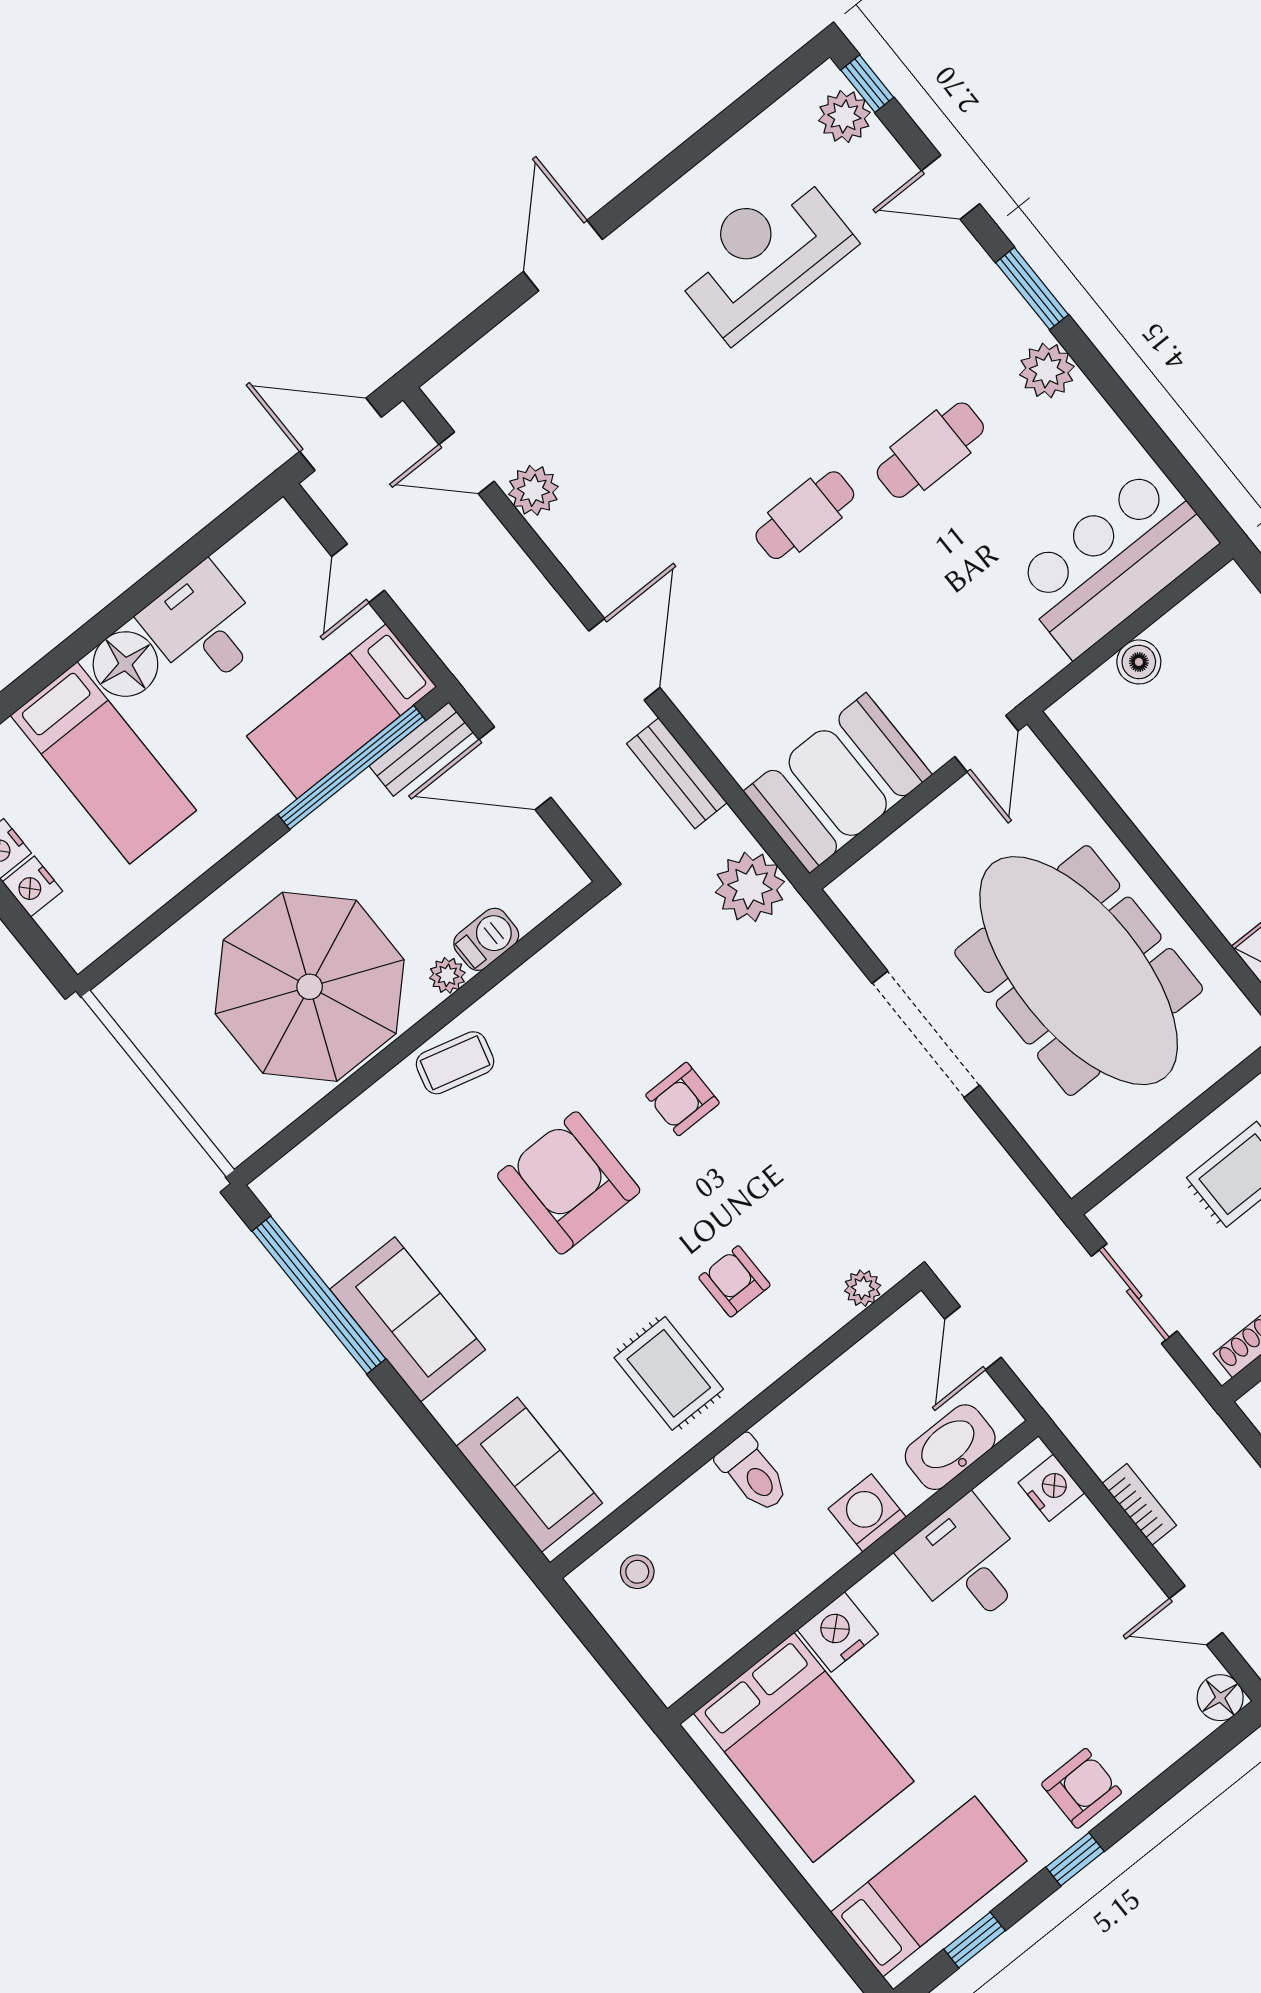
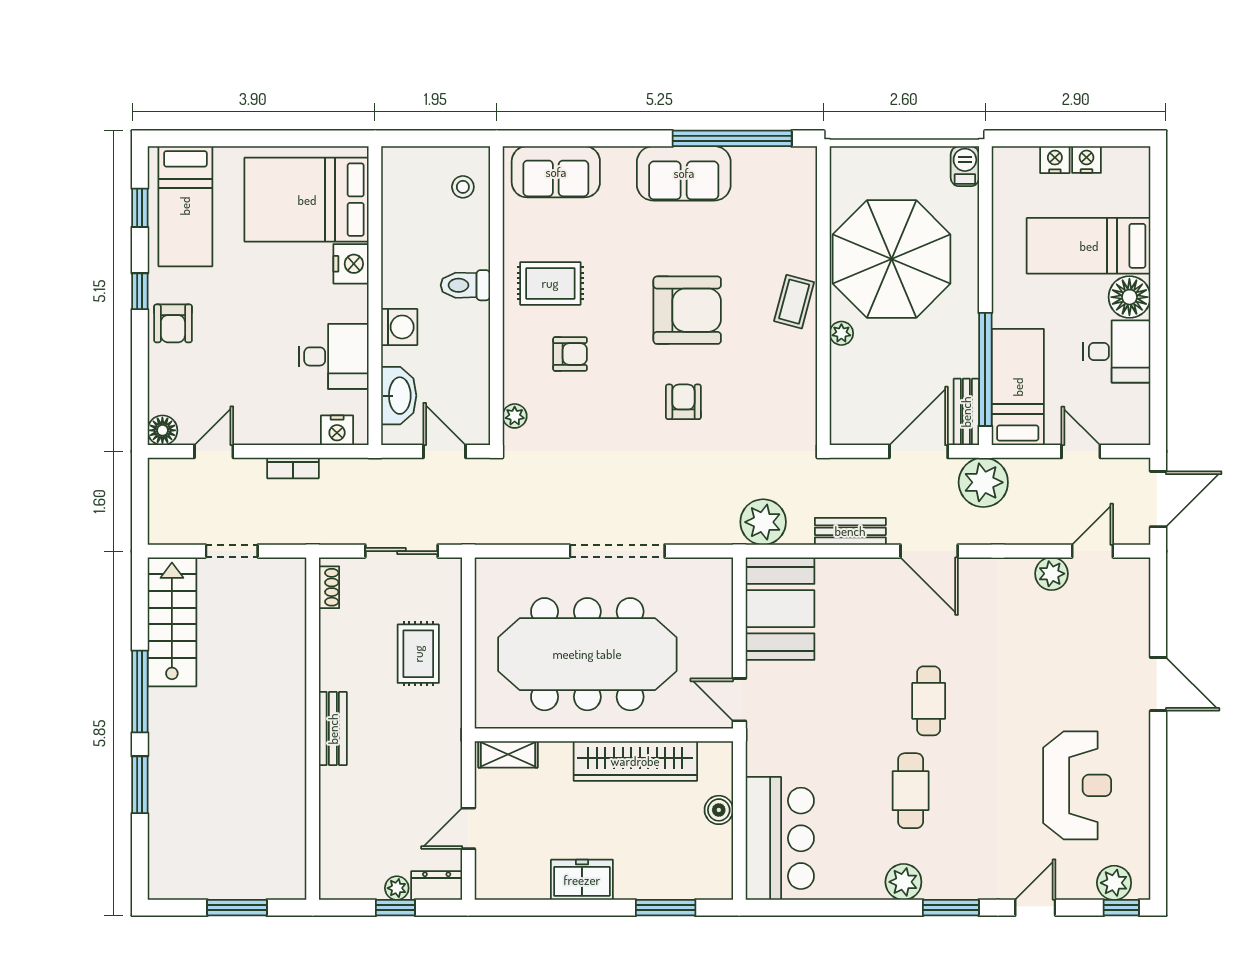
plant: (489, 661) -> (983, 482), added
wardrobe: (1161, 810) -> (635, 761), added
barbecue: (486, 939) -> (965, 166), moved, turned 180

